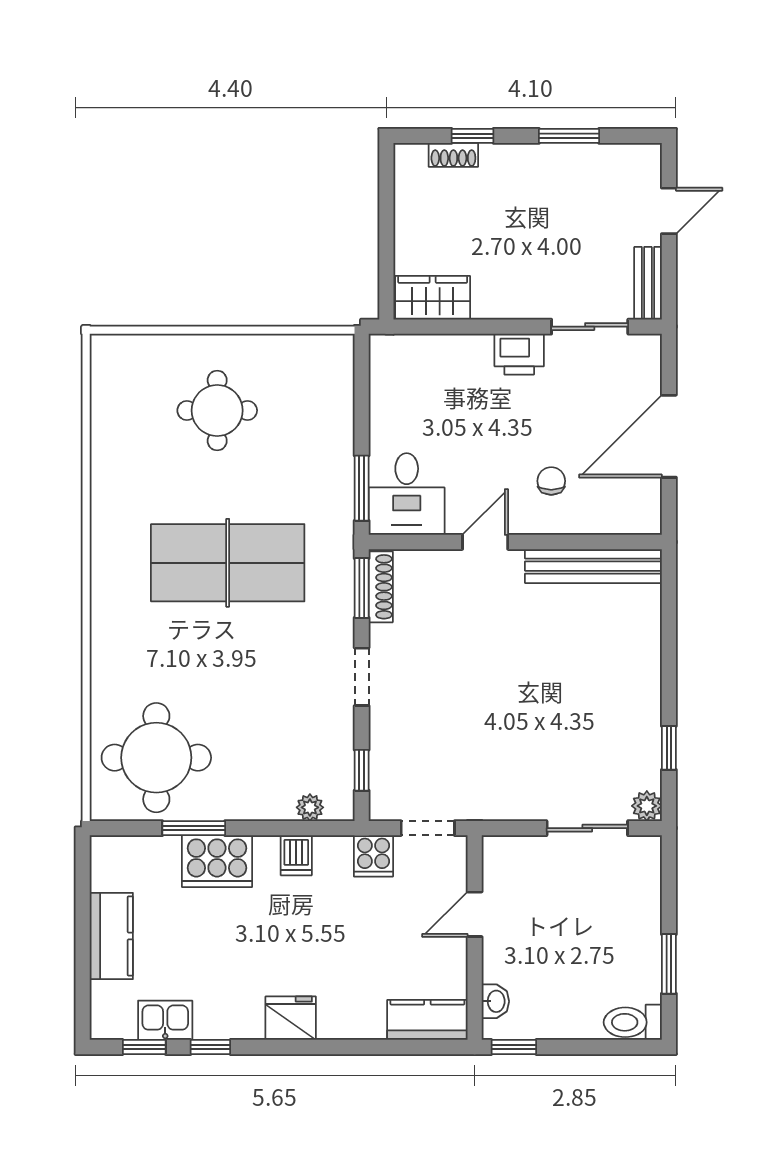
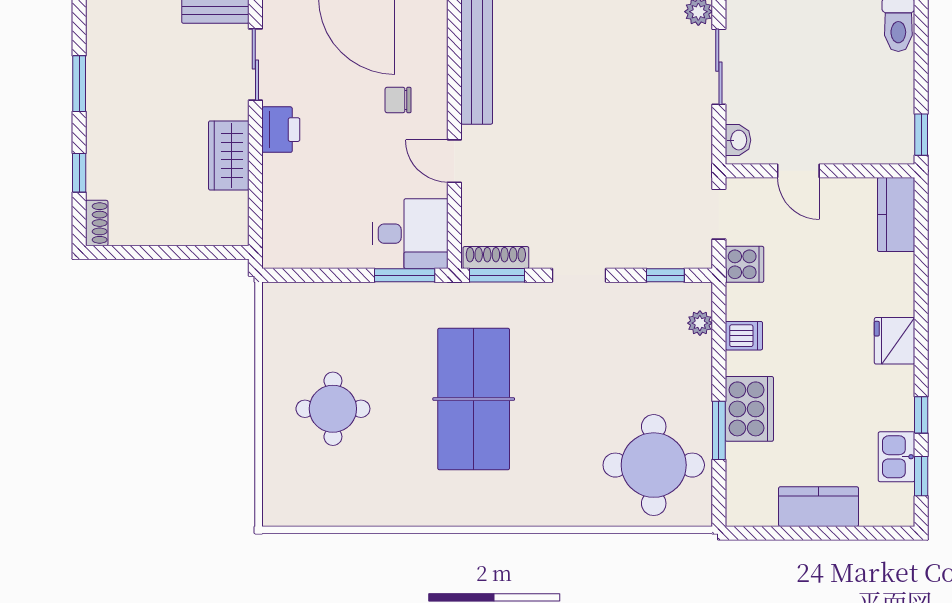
shoe rack: (453, 155) -> (97, 223), moved
wardrobe: (433, 298) -> (229, 155), moved
washbasin: (495, 1001) -> (738, 140), moved, turned 90

